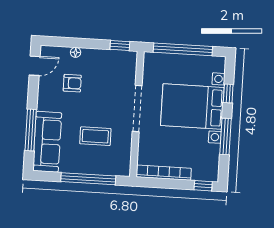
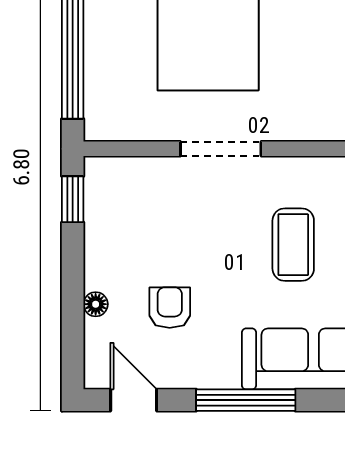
doorway: (137, 108) -> (221, 149), width x0.73
window: (31, 130) -> (246, 400), moved

